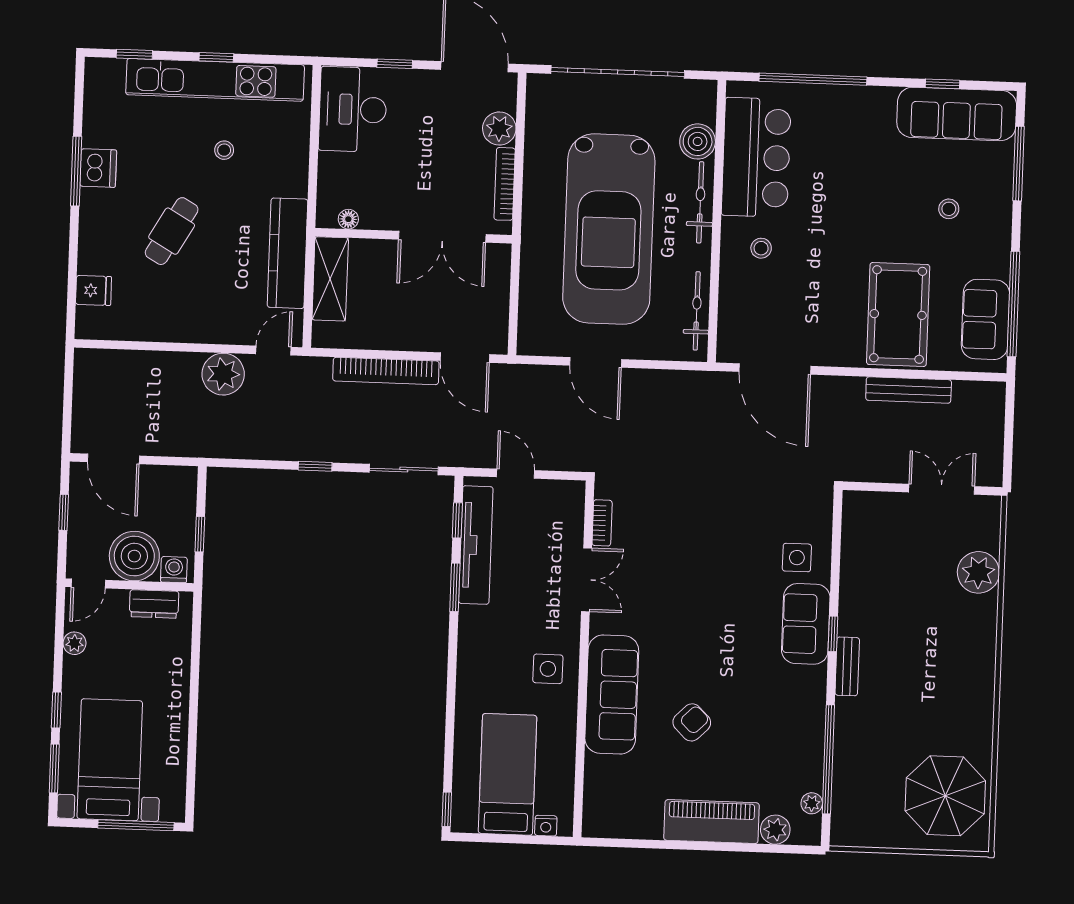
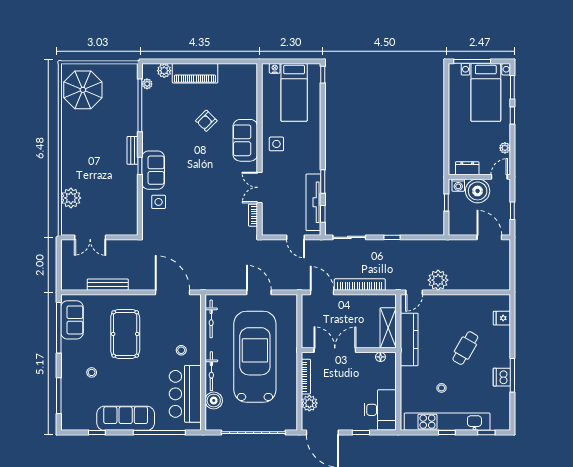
sofa: (957, 114) -> (126, 418), moved
pool table: (898, 315) -> (125, 334), moved
sofa: (612, 694) -> (245, 140), width x0.73

